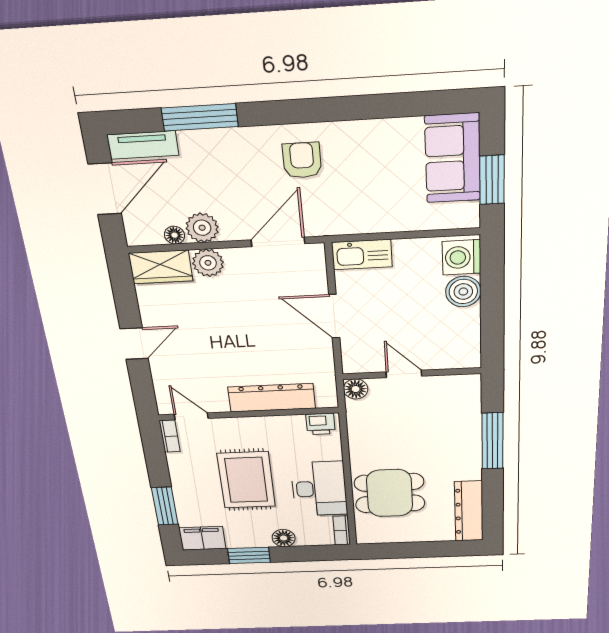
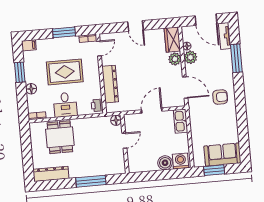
desk: (319, 489) -> (65, 105), width x0.73
window: (165, 506) -> (64, 32), moved
filing cabinet: (202, 538) -> (29, 45), width x0.50

